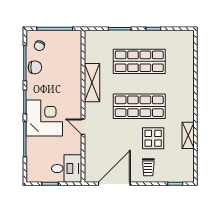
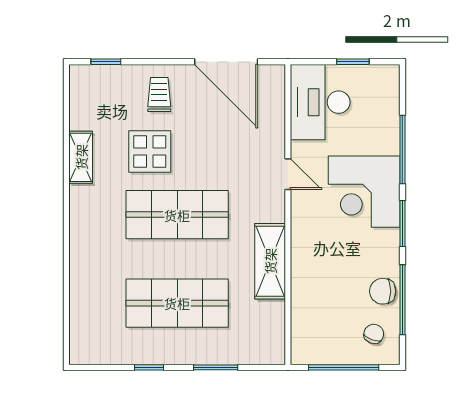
desk: (67, 169) -> (320, 102), width x1.37
door: (114, 184) -> (226, 62), hinge flipped

